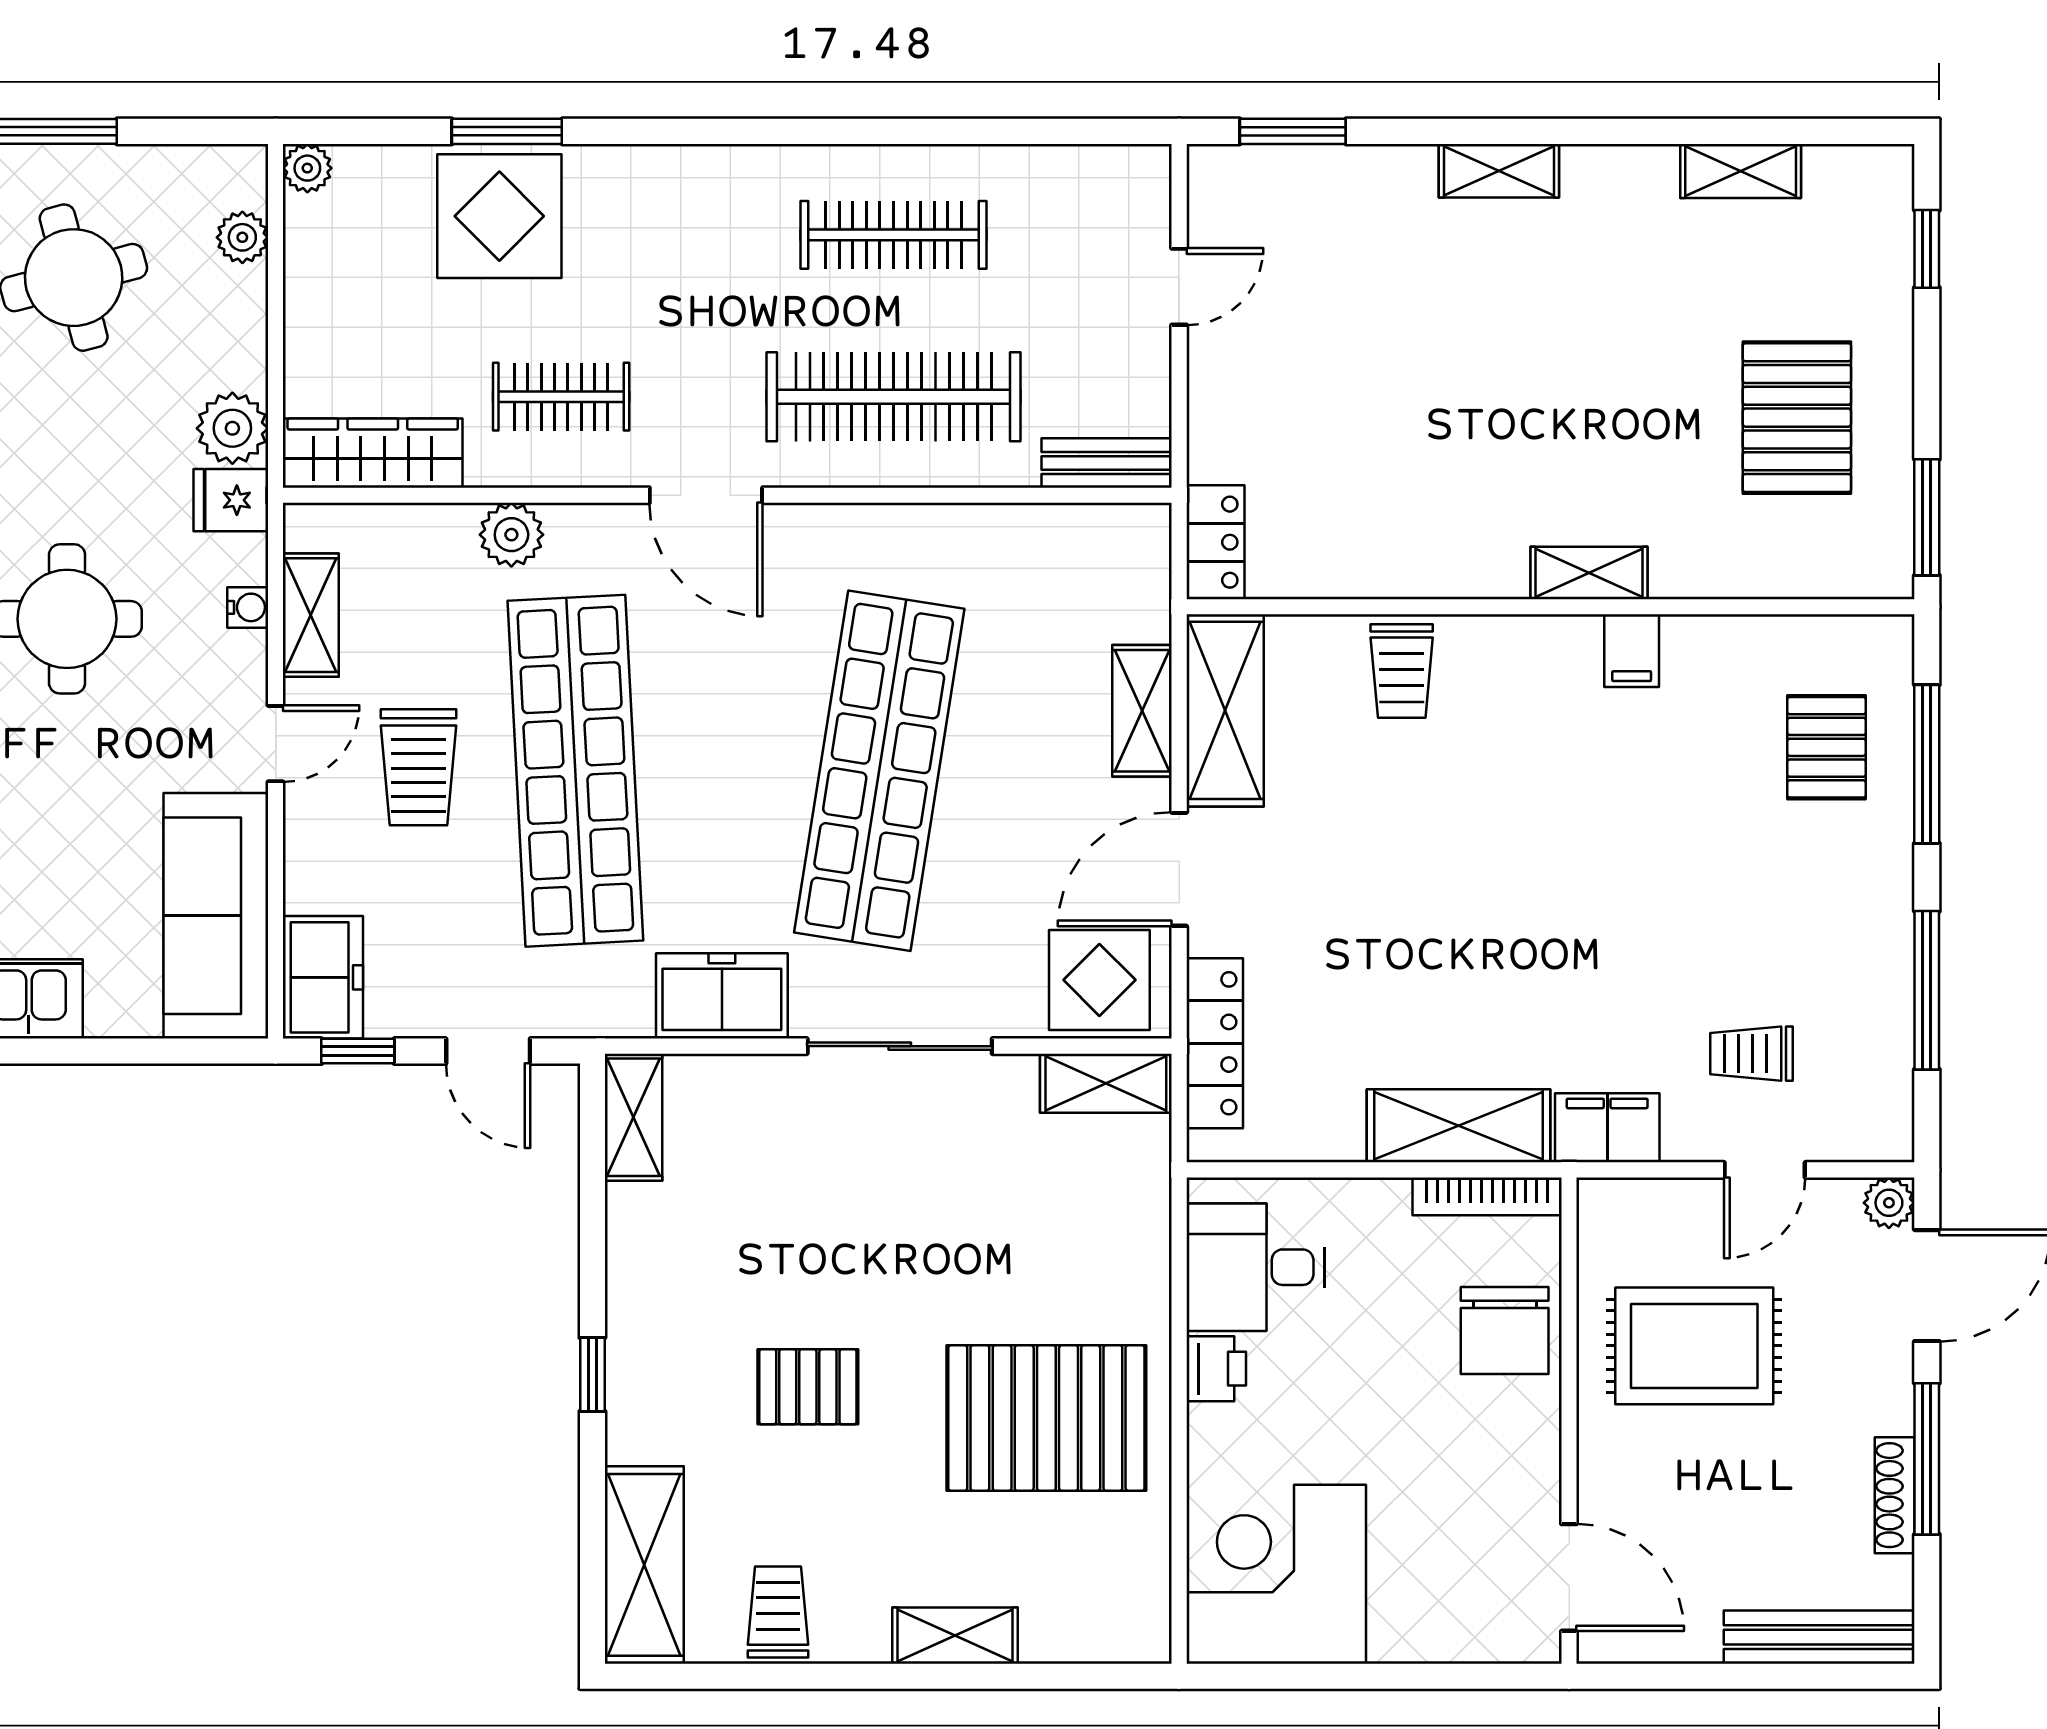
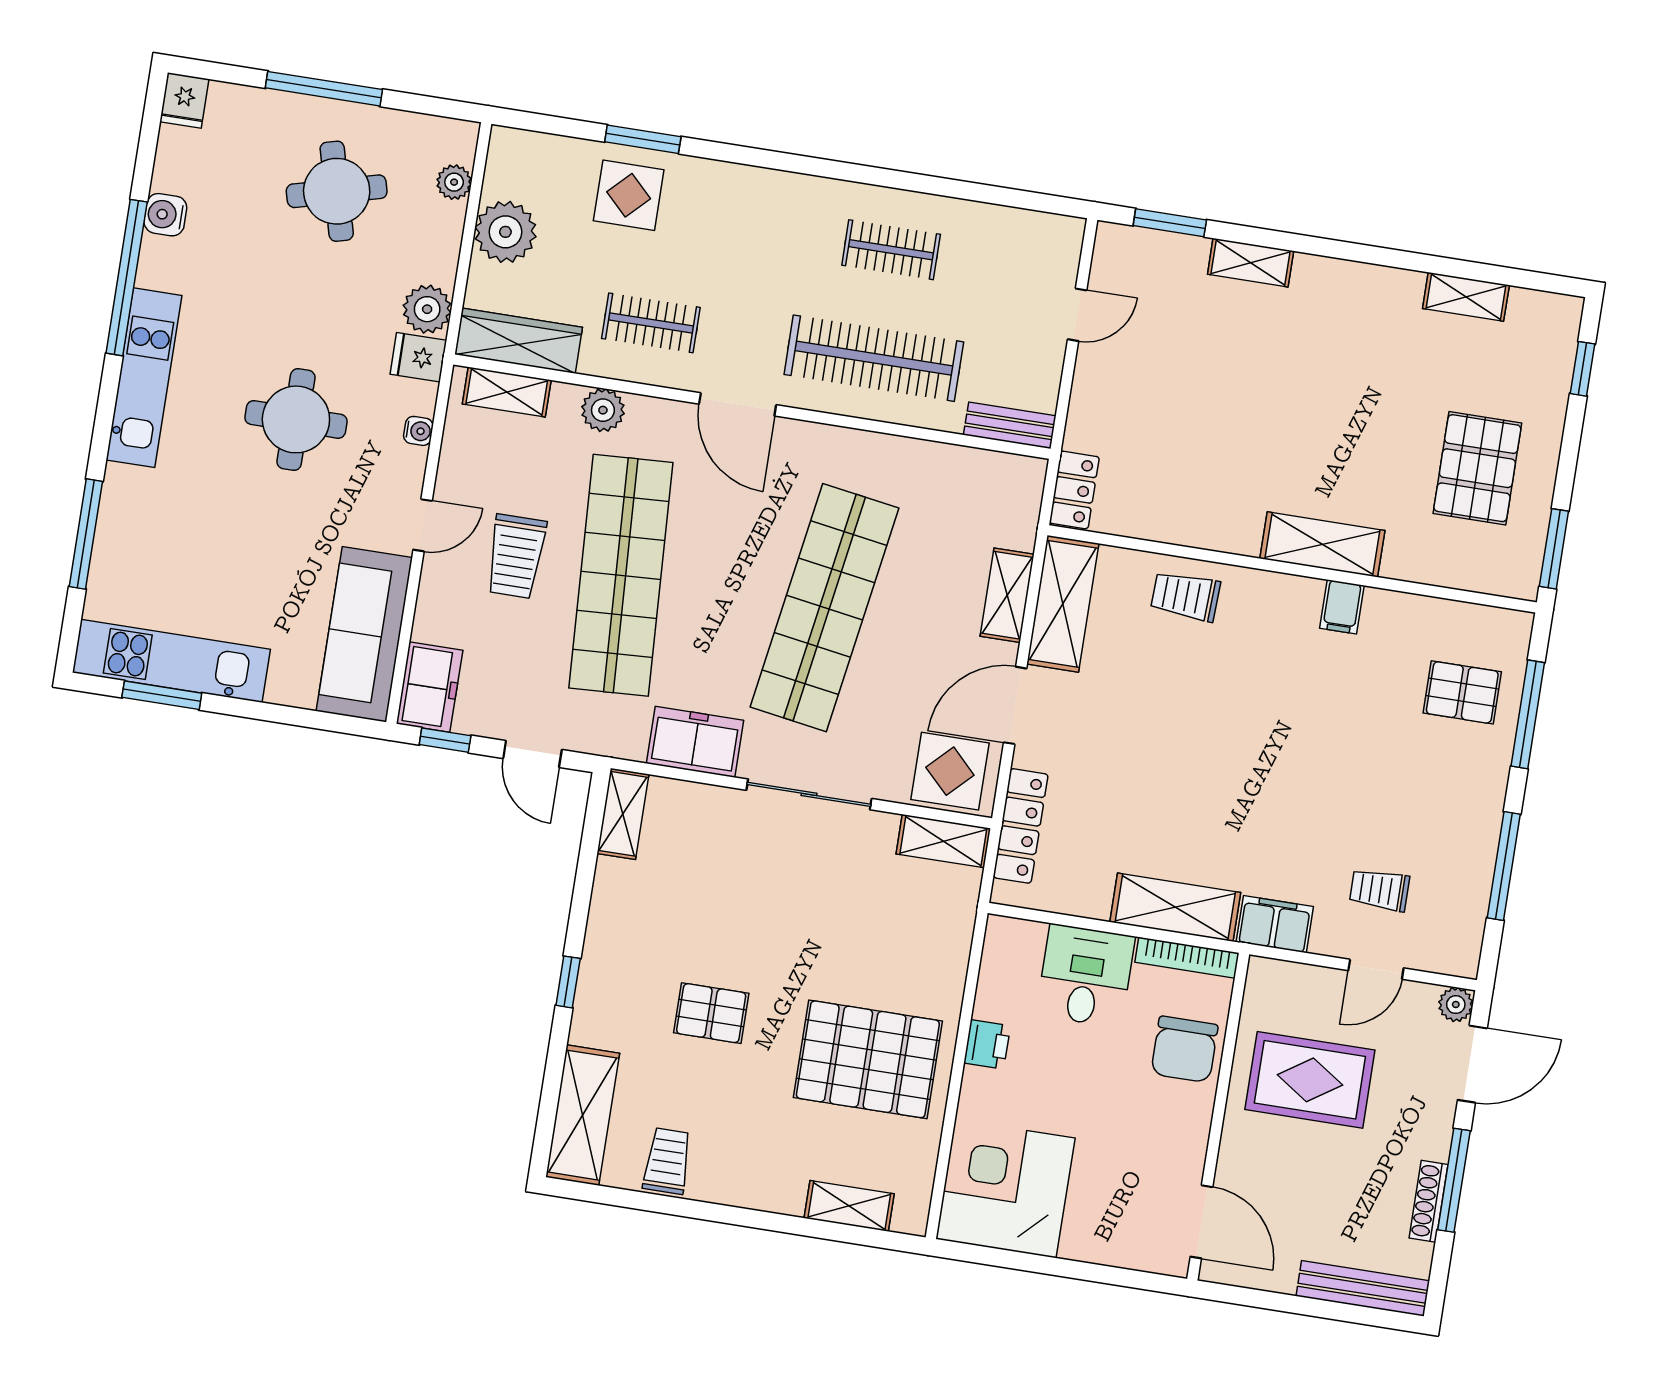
plant: (307, 168) -> (505, 232), moved, width x1.88, depth x1.88
shelving: (1499, 171) -> (1251, 263), moved
display table: (499, 216) -> (629, 195), width x0.73, depth x0.73
clothes rail: (894, 235) -> (891, 250), width x0.73
shelving: (1589, 573) -> (1322, 544), width x1.50, depth x1.33
shelving: (311, 615) -> (507, 392), moved, turned 90
trolley: (1402, 671) -> (1185, 596), turned 92
pallet: (1827, 747) -> (1462, 692), turned 90
desk: (1255, 1267) -> (1086, 976), moved, turned 90
shelving: (955, 1636) -> (849, 1206), moved

